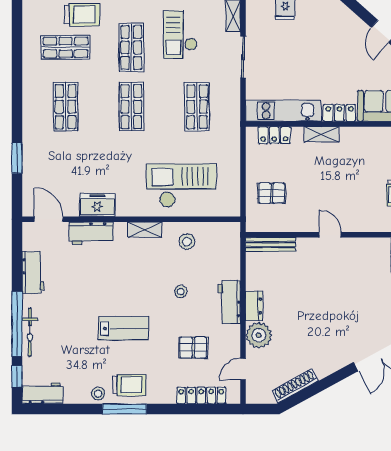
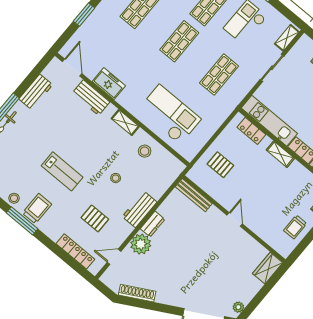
trolley: (129, 385) -> (37, 209), turned -90

